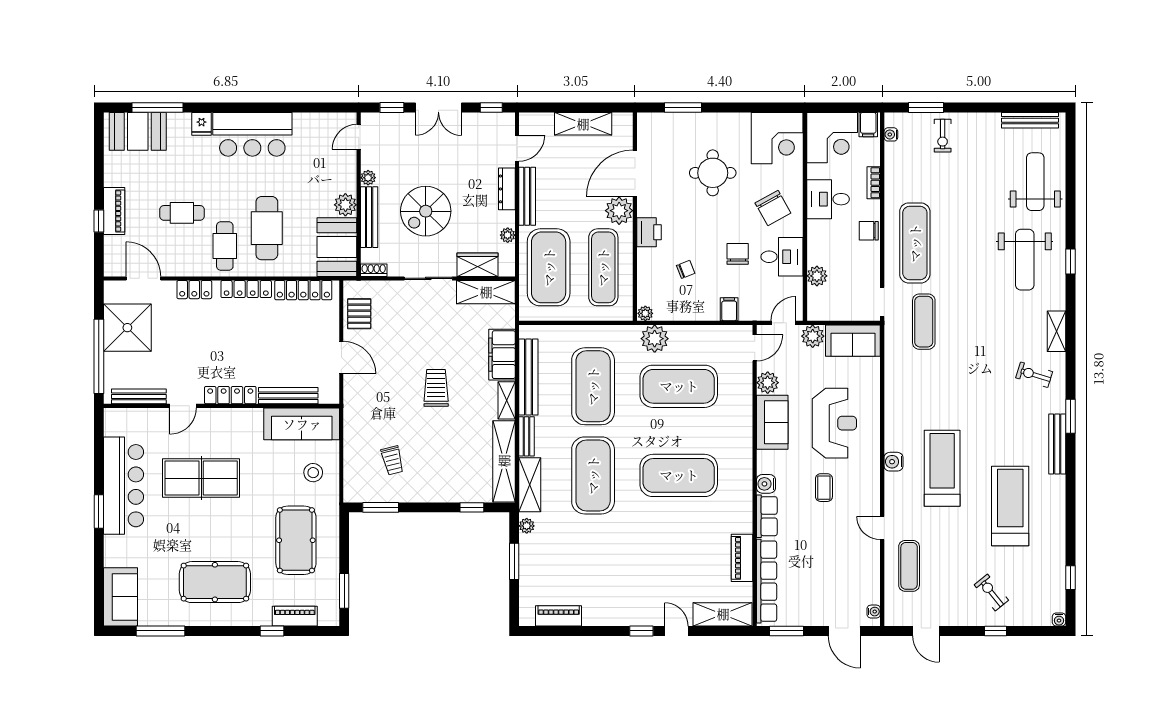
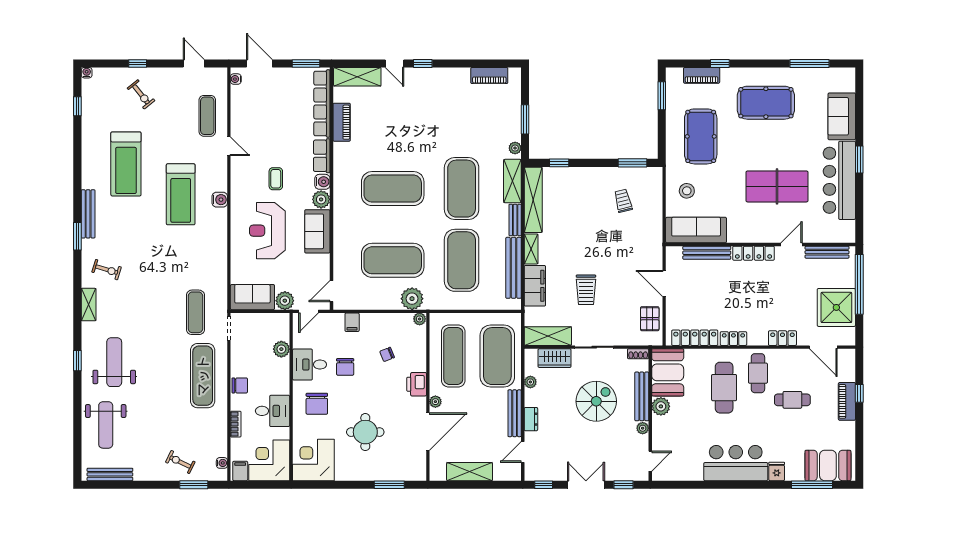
exercise bike: (943, 136) -> (180, 462), turned -64
dresser: (507, 189) -> (531, 419), width x0.70
chair: (773, 208) -> (317, 404), turned -151
plant: (619, 211) -> (435, 402), width x0.53, depth x0.53
locker: (246, 289) -> (733, 339), width x0.66
plant: (768, 383) -> (321, 199), moved
trolley: (436, 388) -> (586, 290), moved
sofa: (121, 597) -> (842, 116), moved

